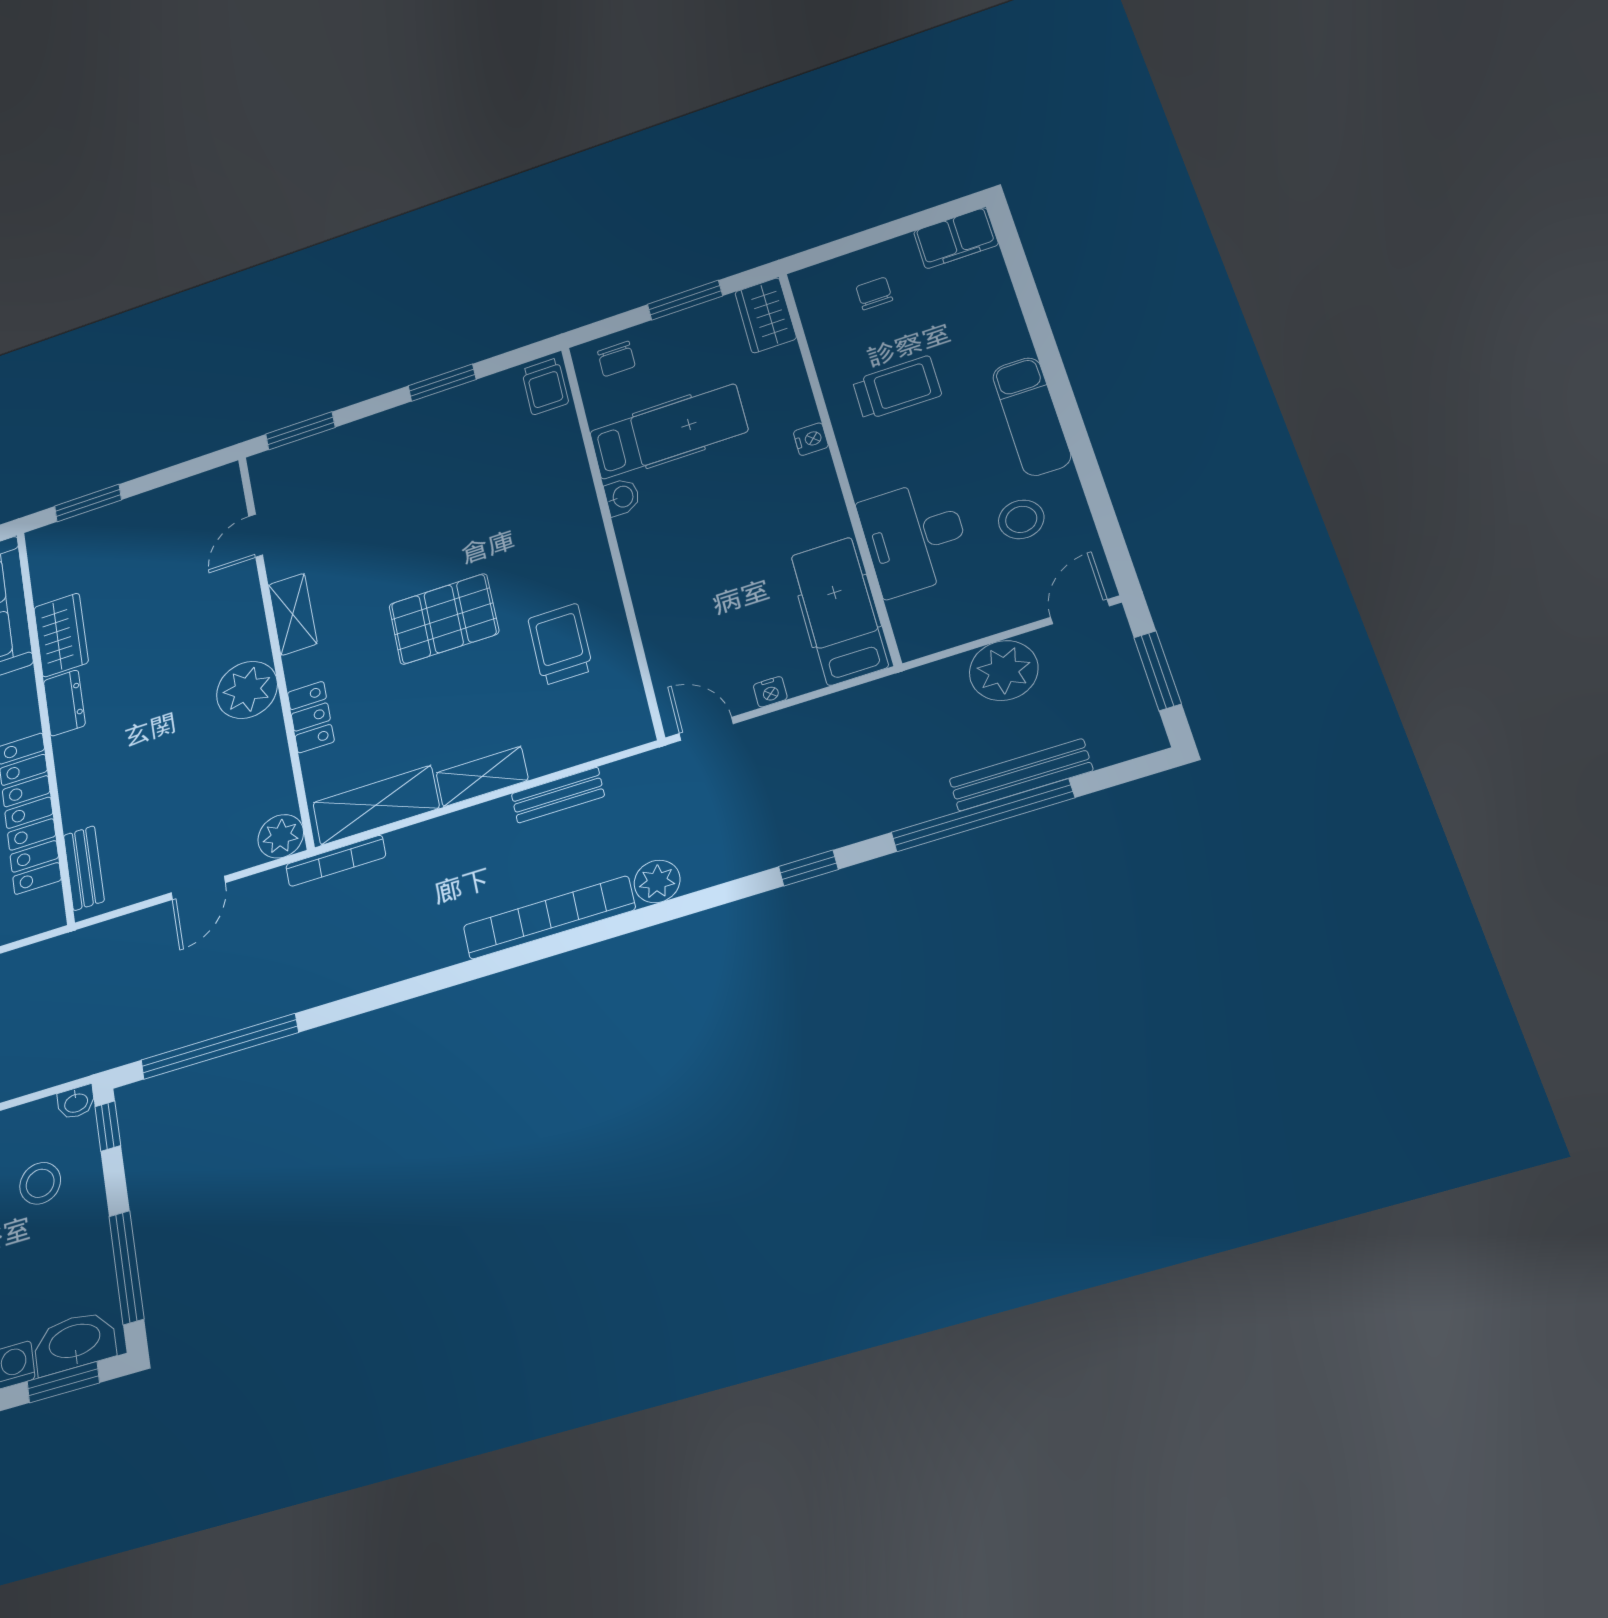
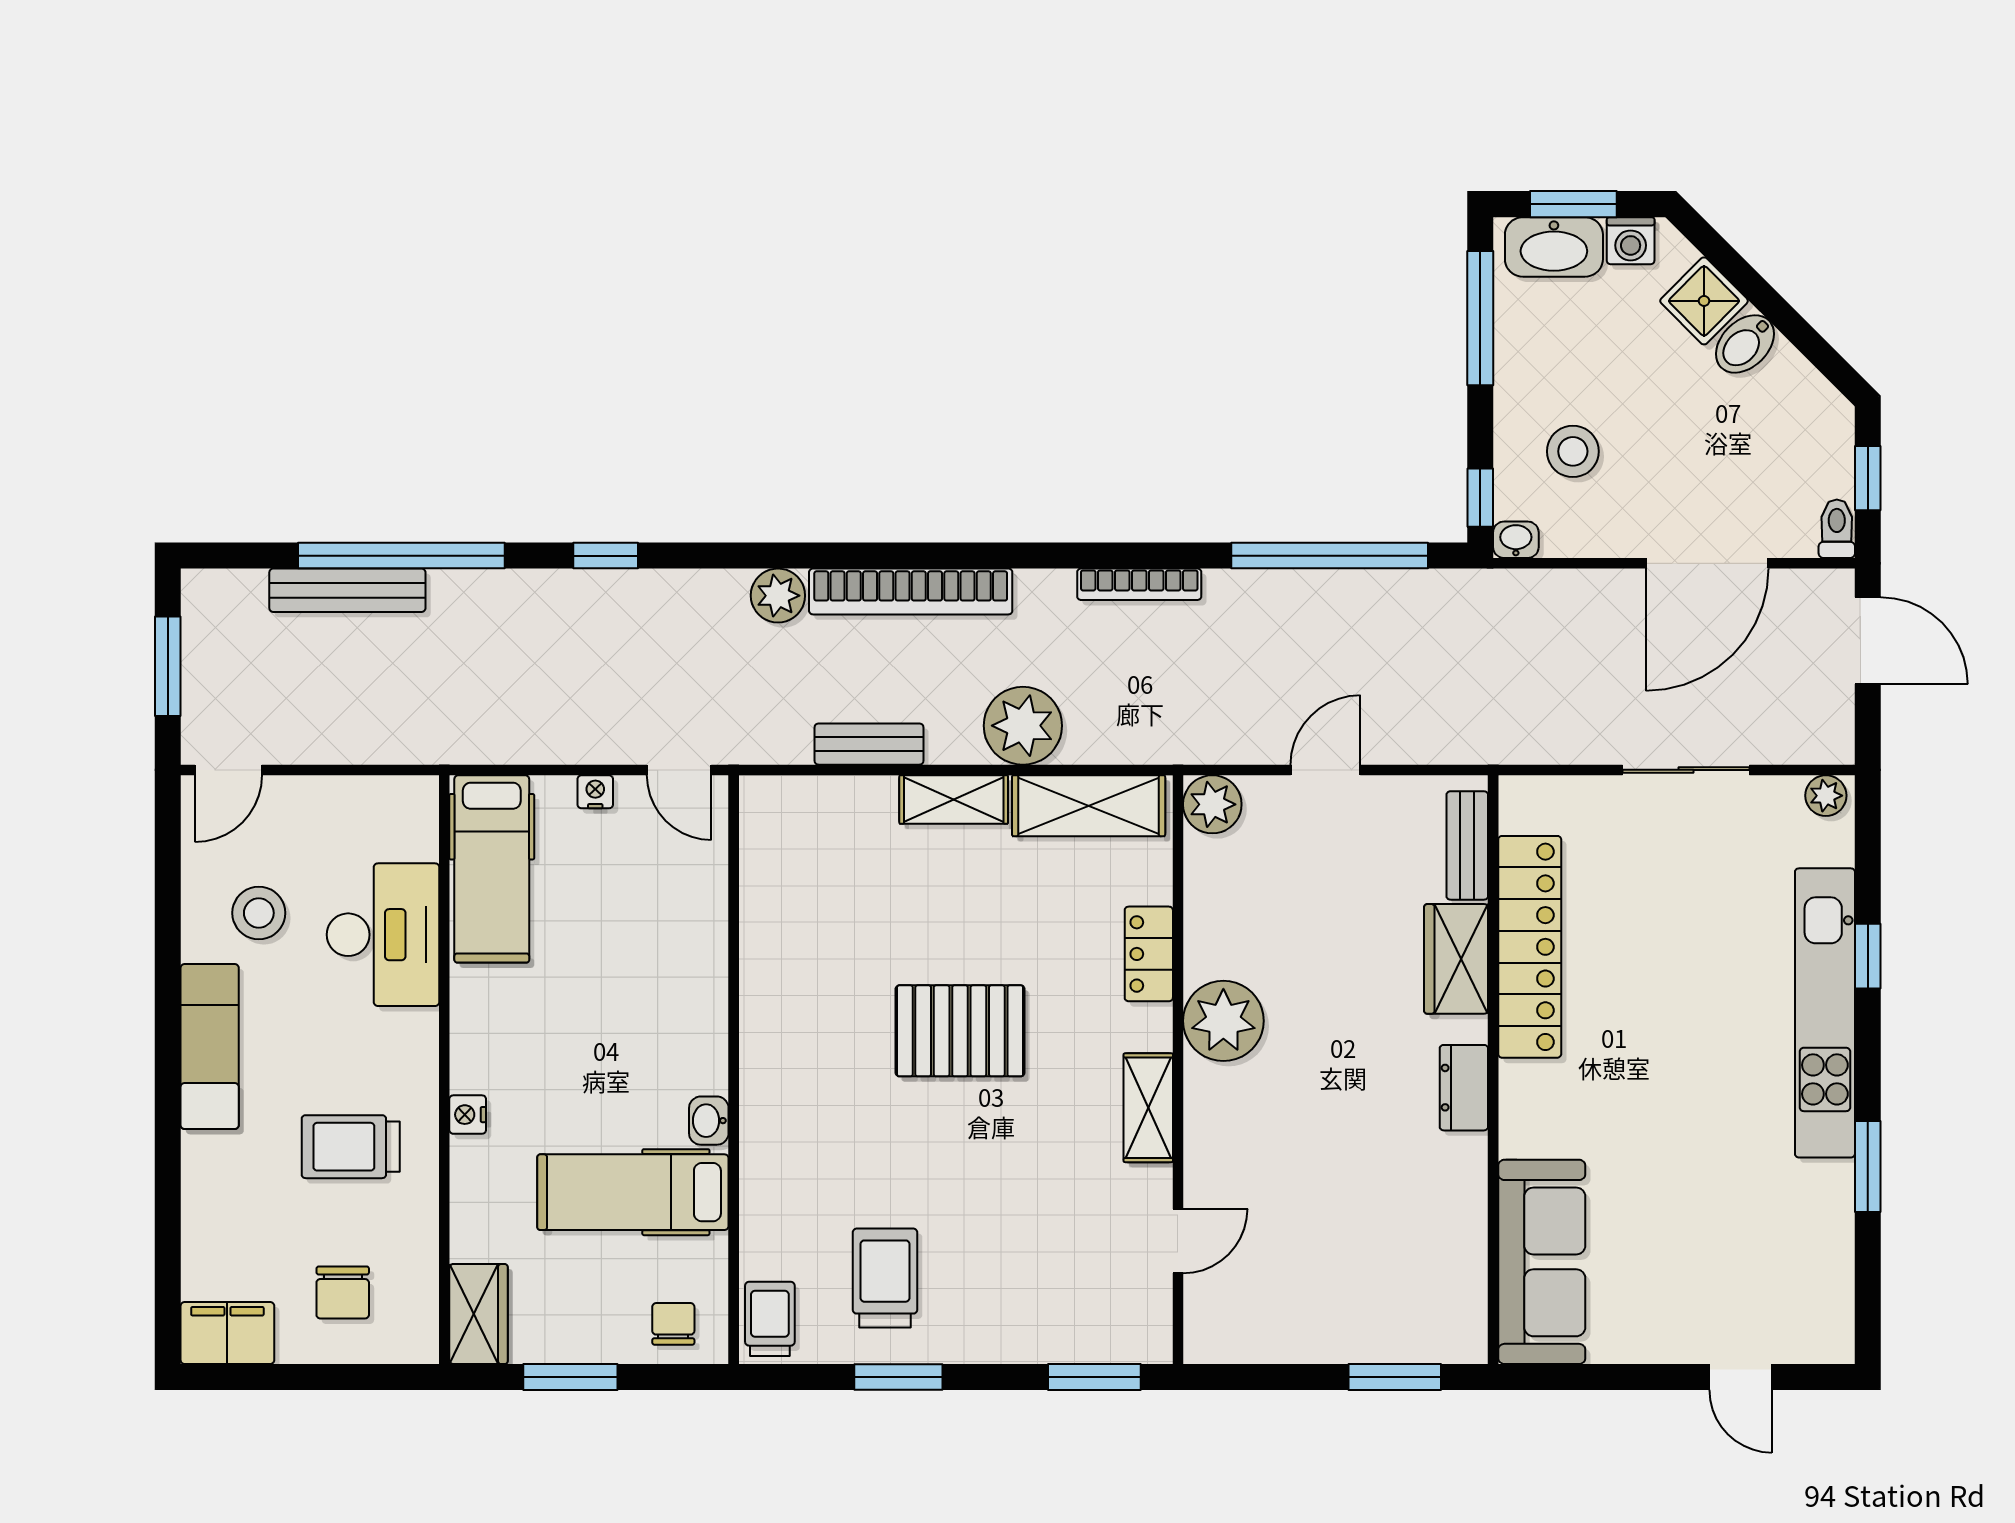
chair: (874, 293) -> (343, 1292), width x1.37, depth x1.37
wardrobe: (61, 635) -> (1456, 959), moved
trolley: (560, 644) -> (885, 1278), moved, turned 180
plant: (1004, 671) -> (1023, 726), moved
bookcase: (336, 861) -> (1139, 584), moved, turned 180

